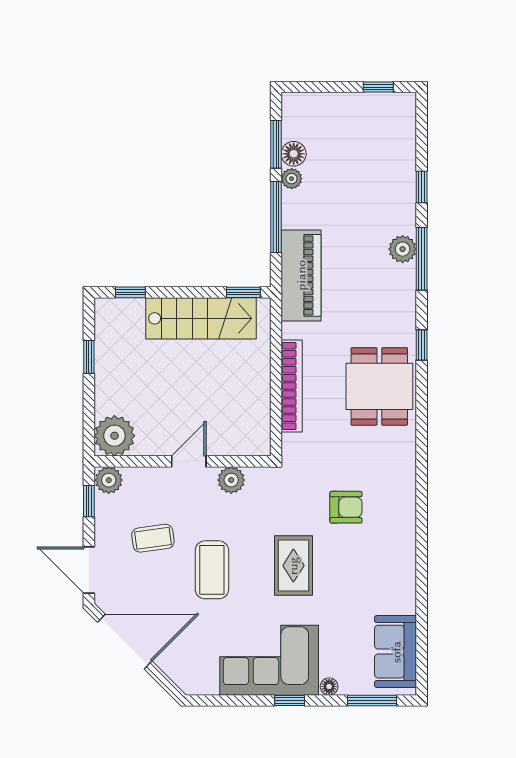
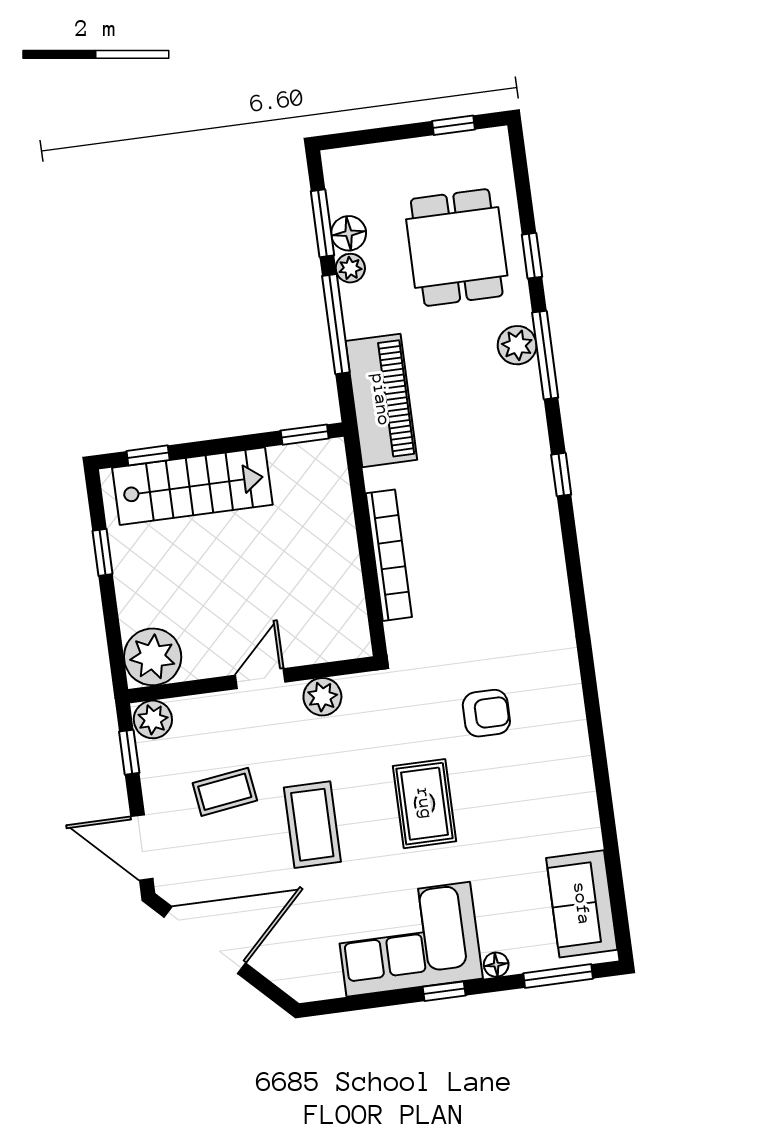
stairs: (201, 318) -> (192, 486), moved
dining table: (379, 386) -> (457, 247), moved

